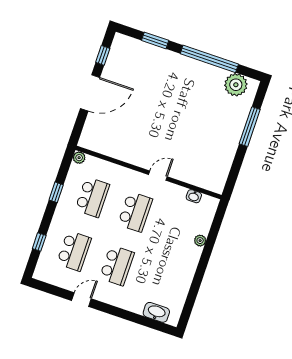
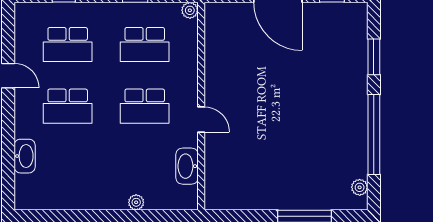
plant: (236, 85) -> (360, 187), width x0.53, depth x0.53
washbasin: (194, 196) -> (187, 166), width x1.91, depth x1.45
washbasin: (156, 312) -> (25, 156), moved

